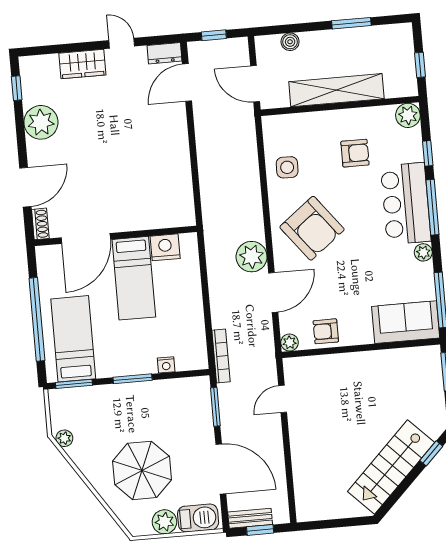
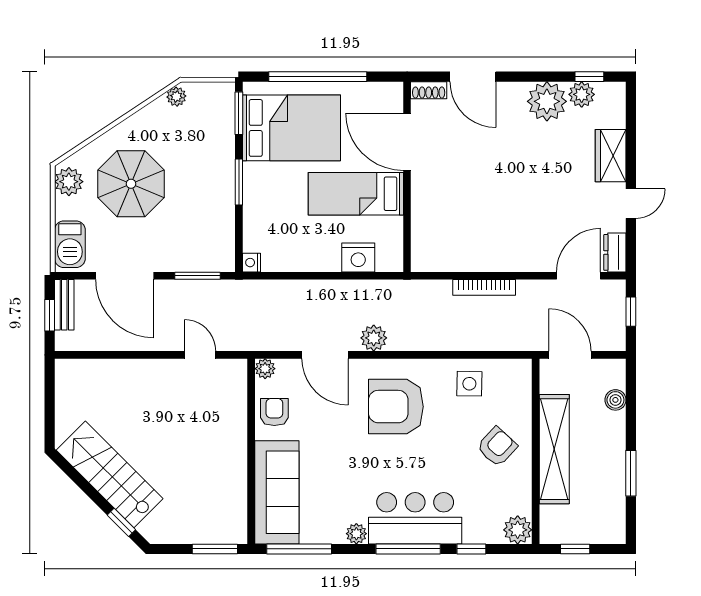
door: (187, 83) -> (578, 276), hinge flipped
door: (255, 84) -> (570, 355), hinge flipped
plant: (32, 93) -> (582, 94), added
armchair: (355, 153) -> (497, 447), moved, turned -137
armchair: (312, 228) -> (396, 407), turned 38
nightstand: (165, 247) -> (358, 257), moved, turned 90
plant: (252, 257) -> (374, 338), width x0.73, depth x0.73
sofa: (406, 322) -> (277, 492), width x1.36
bed: (73, 339) -> (291, 128), width x1.50
bookcase: (221, 356) -> (484, 287), moved
nightstand: (166, 365) -> (252, 263), moved
door: (221, 469) -> (125, 276), hinge flipped
plant: (164, 522) -> (69, 182), moved

